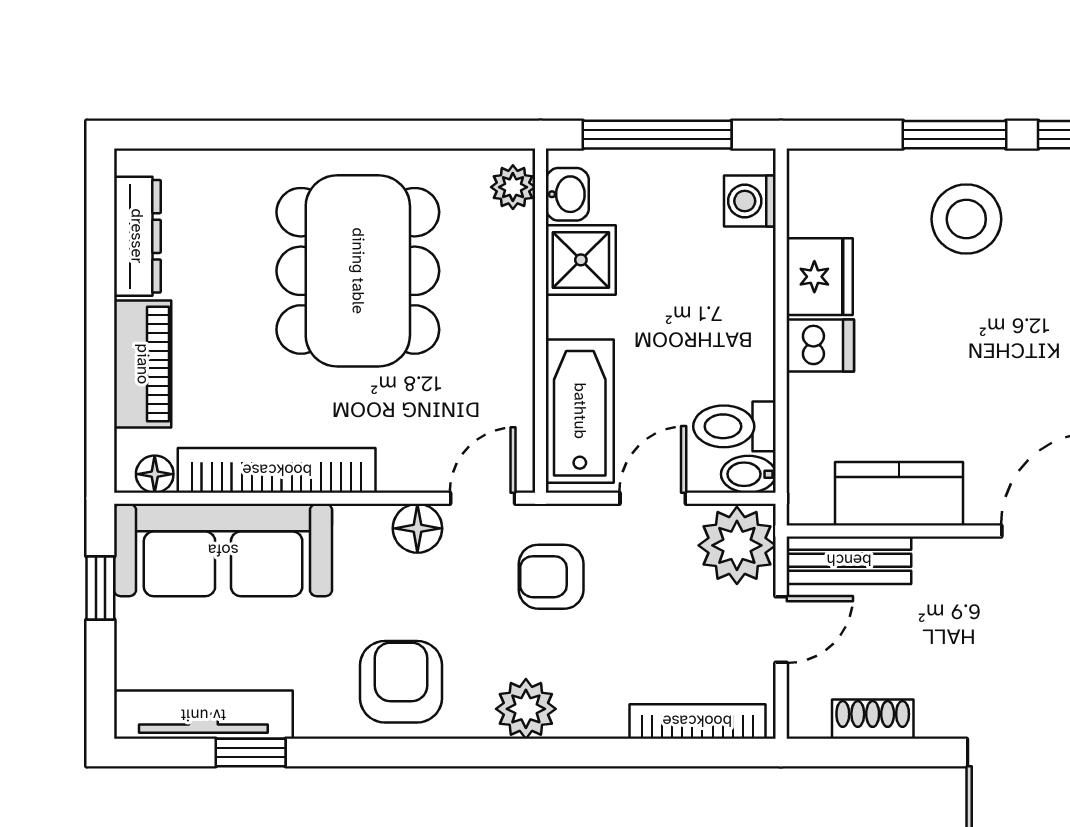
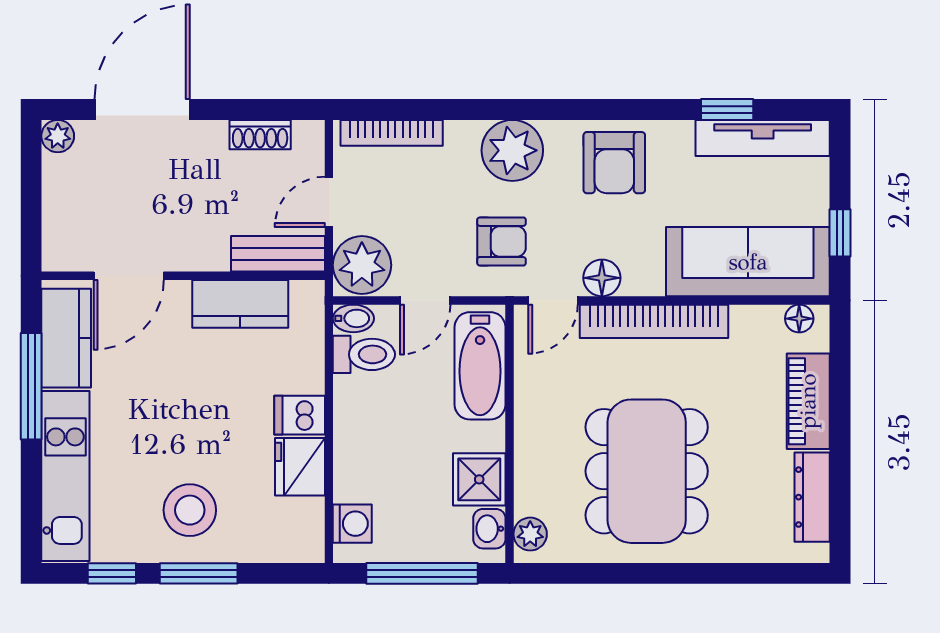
bookcase: (277, 470) -> (654, 321), moved
plant: (526, 709) -> (512, 150), width x1.36, depth x1.36

